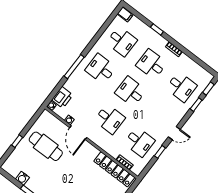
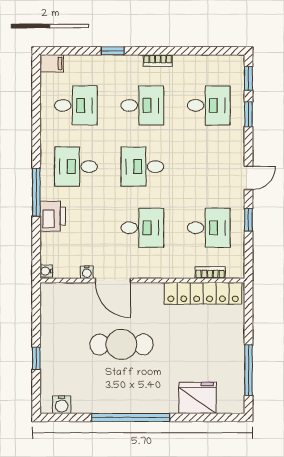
desk: (152, 64) -> (142, 105), turned 180
printer: (62, 97) -> (53, 216), moved
cafe table: (46, 146) -> (121, 344), moved
water cooler: (22, 178) -> (62, 405), moved

